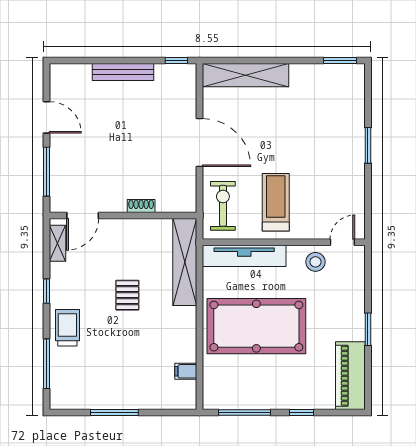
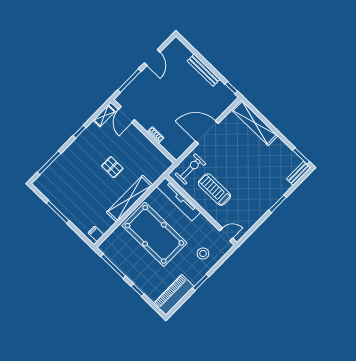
bench: (357, 85) -> (298, 173), added
door: (200, 142) -> (207, 132), swing flipped
treadmill: (276, 202) -> (214, 190), turned -90
door: (83, 216) -> (126, 115), hinge flipped
shelving: (185, 262) -> (130, 199), moved
stool: (315, 262) -> (203, 253), moved
pallet: (127, 295) -> (112, 167), turned 90
trolley: (67, 328) -> (73, 156), removed
filing cabinet: (186, 371) -> (96, 234), moved

